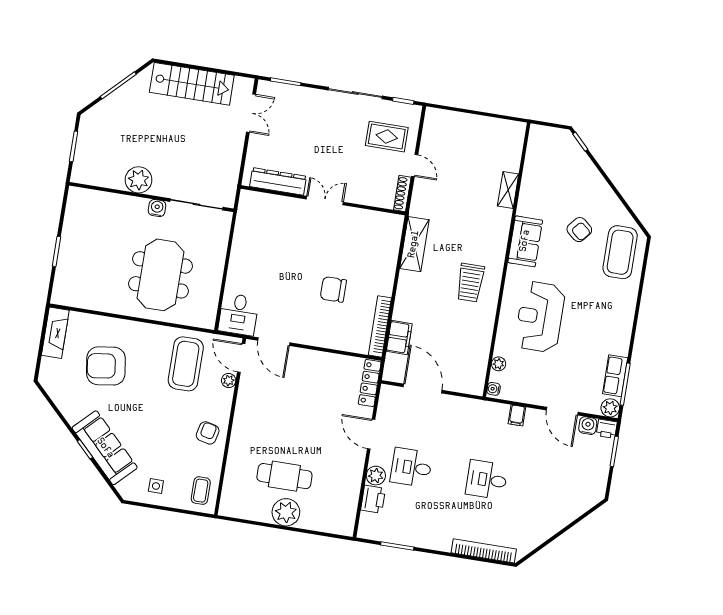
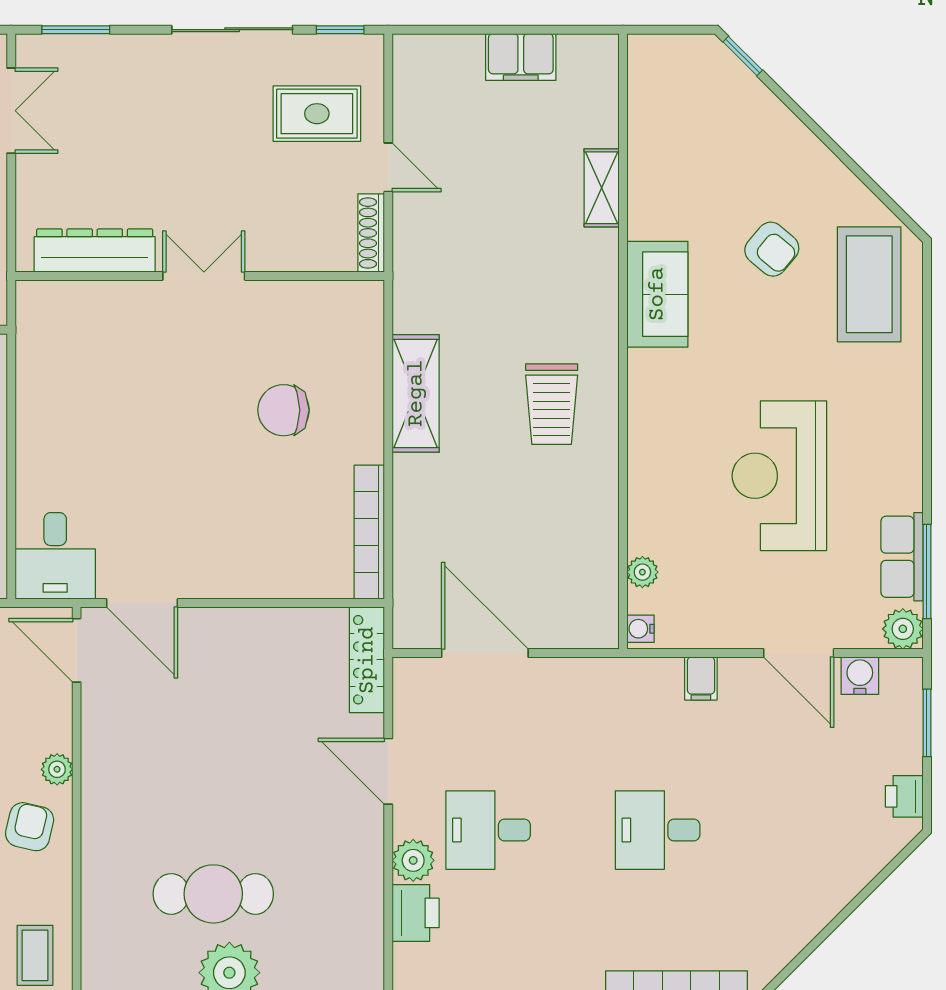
shelving: (414, 244) -> (416, 393), moved
chair: (333, 289) -> (284, 410), moved
reception desk: (540, 317) -> (779, 476), moved
filing cabinet: (399, 337) -> (521, 57), moved, turned 90
plant: (229, 380) -> (57, 769), moved
printer: (607, 429) -> (904, 796), moved, turned 90

